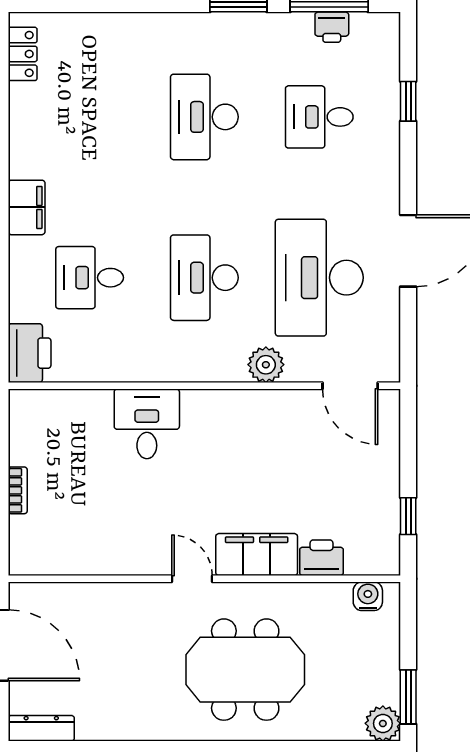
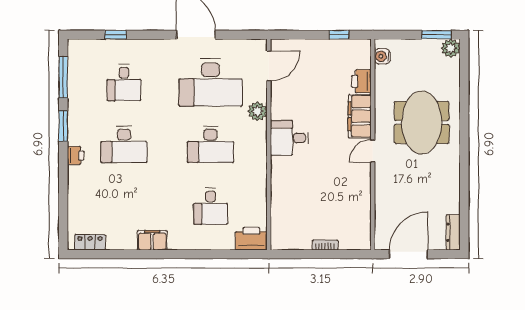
printer: (332, 27) -> (76, 155), moved
filing cabinet: (27, 207) -> (152, 240), moved
desk: (147, 424) -> (289, 138), moved

